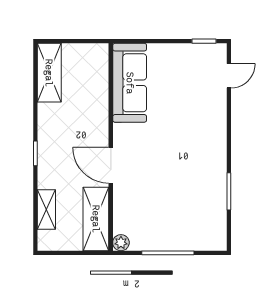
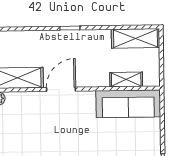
shelving: (46, 209) -> (126, 79), moved

